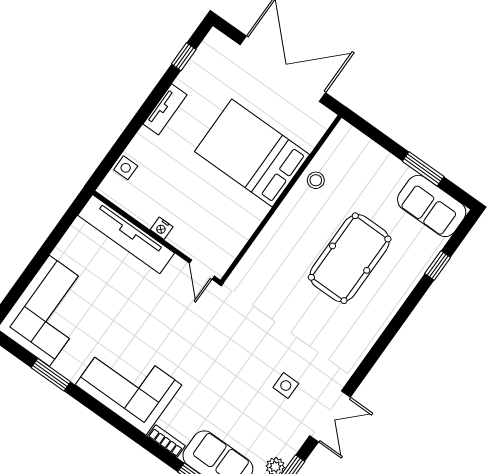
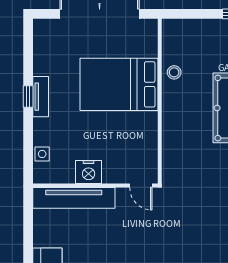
window: (184, 57) -> (28, 97), moved
nightstand: (162, 228) -> (89, 172), width x1.89, depth x1.79

